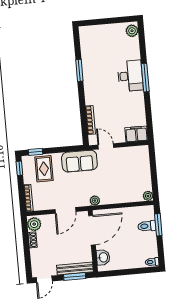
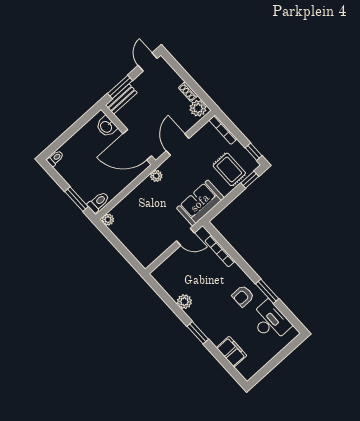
plant: (132, 31) -> (184, 302), moved
desk: (130, 76) -> (270, 321), moved, turned 180
window: (145, 78) -> (198, 333), width x0.69
armchair: (98, 79) -> (243, 296), added
filing cabinet: (136, 134) -> (232, 352), moved, turned -90
toilet: (147, 226) -> (98, 202), moved
door: (92, 230) -> (137, 145), hinge flipped
bench: (75, 269) -> (121, 99), width x0.73

